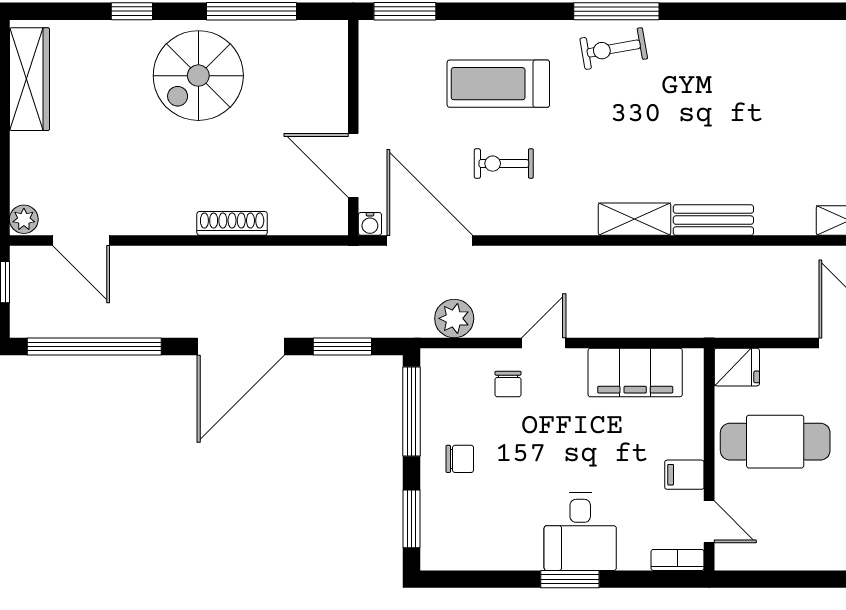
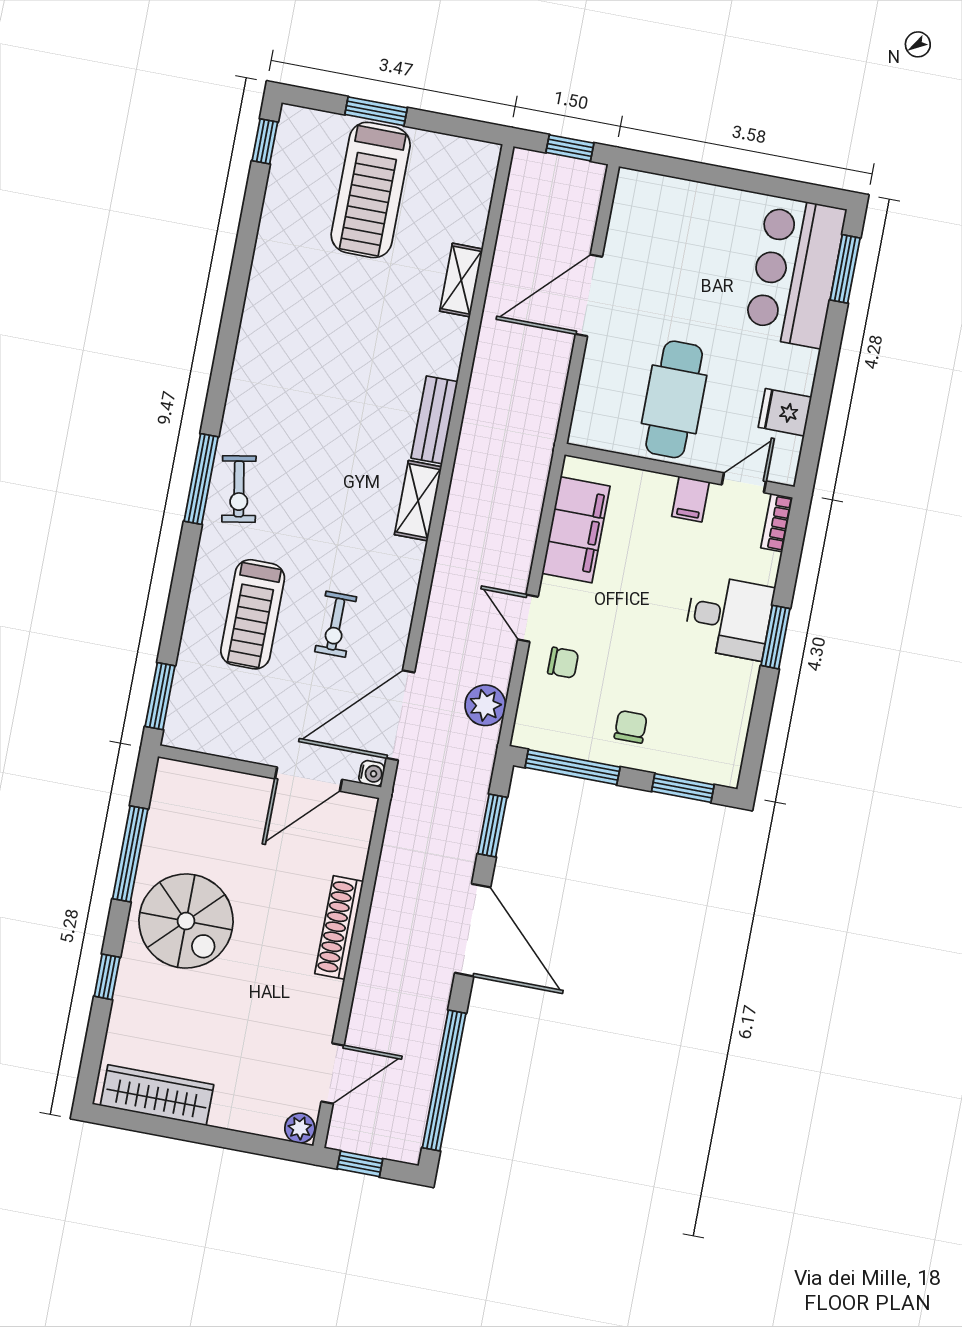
shoe rack: (232, 223) -> (339, 927), width x1.36, depth x1.24
fridge: (737, 367) -> (785, 412), moved, turned -90

